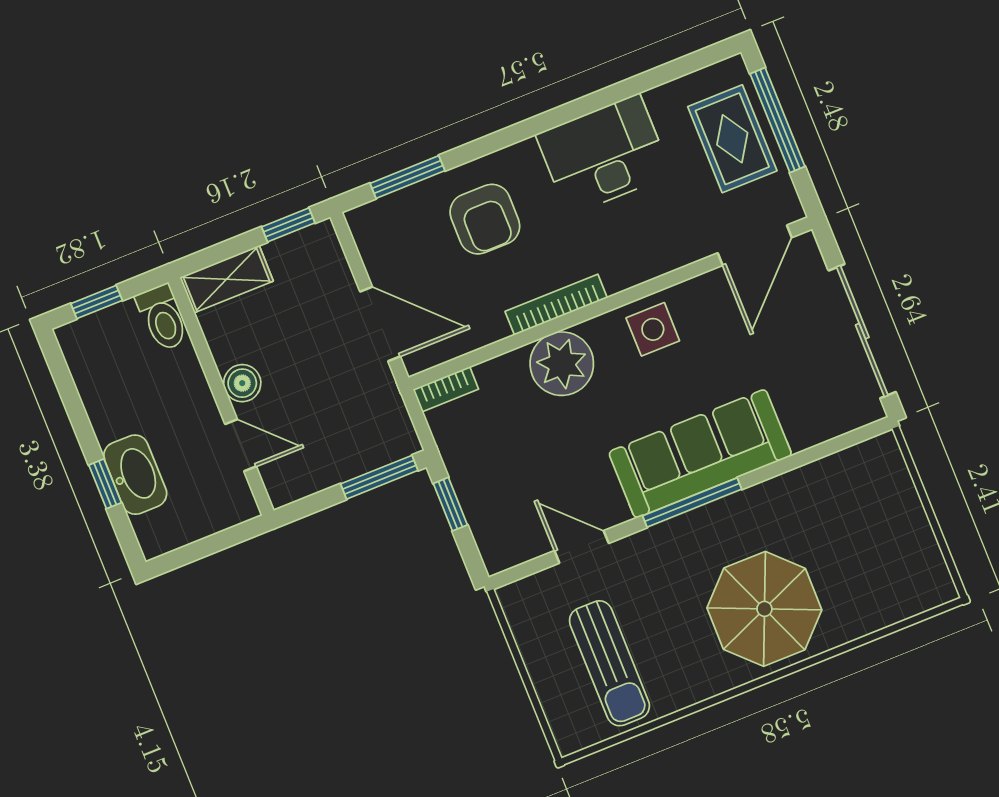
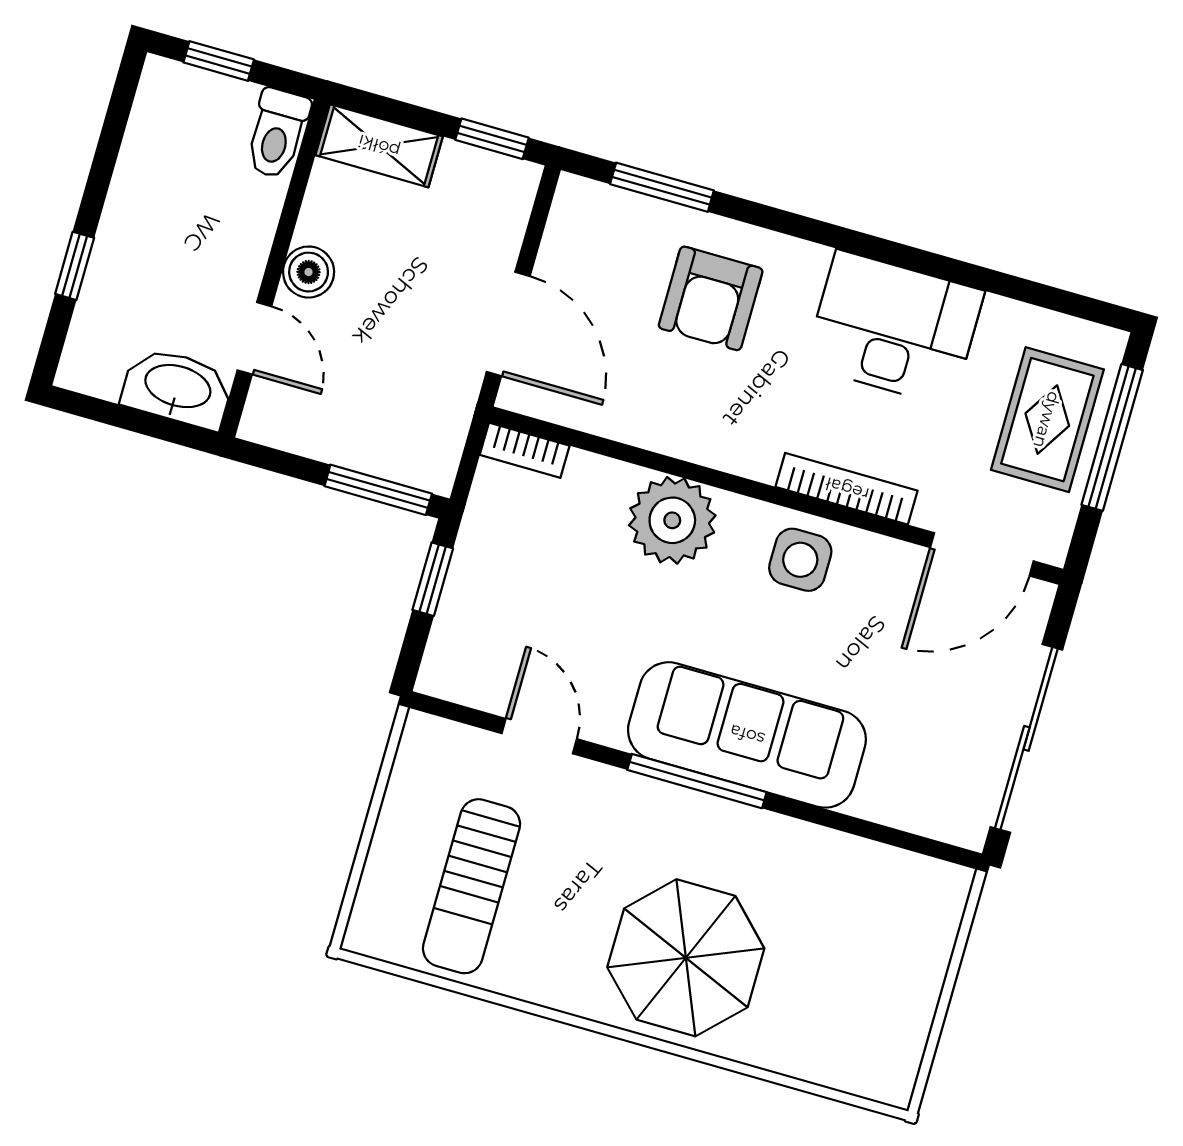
bookcase: (556, 305) -> (847, 489), moved
washbasin: (135, 475) -> (177, 388), moved, turned -90

